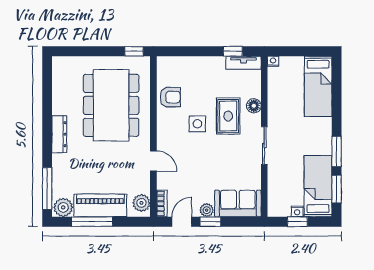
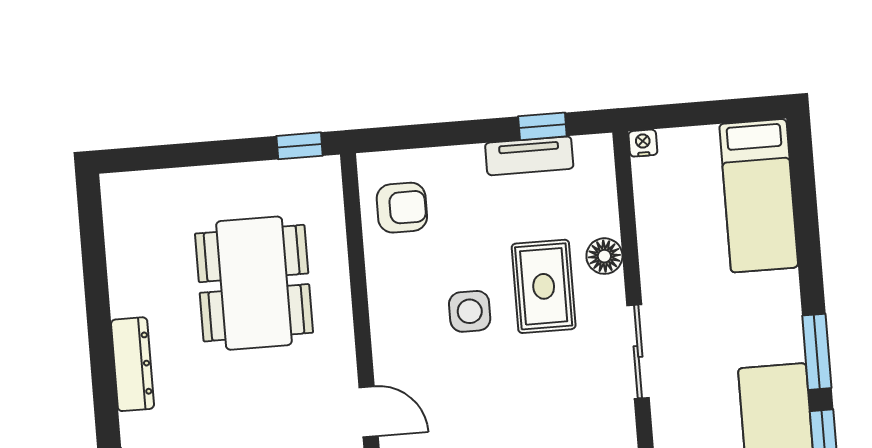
tv unit: (244, 63) -> (529, 156), moved
armchair: (170, 97) -> (402, 208), moved
dining table: (111, 105) -> (254, 283), width x0.73, depth x0.80

